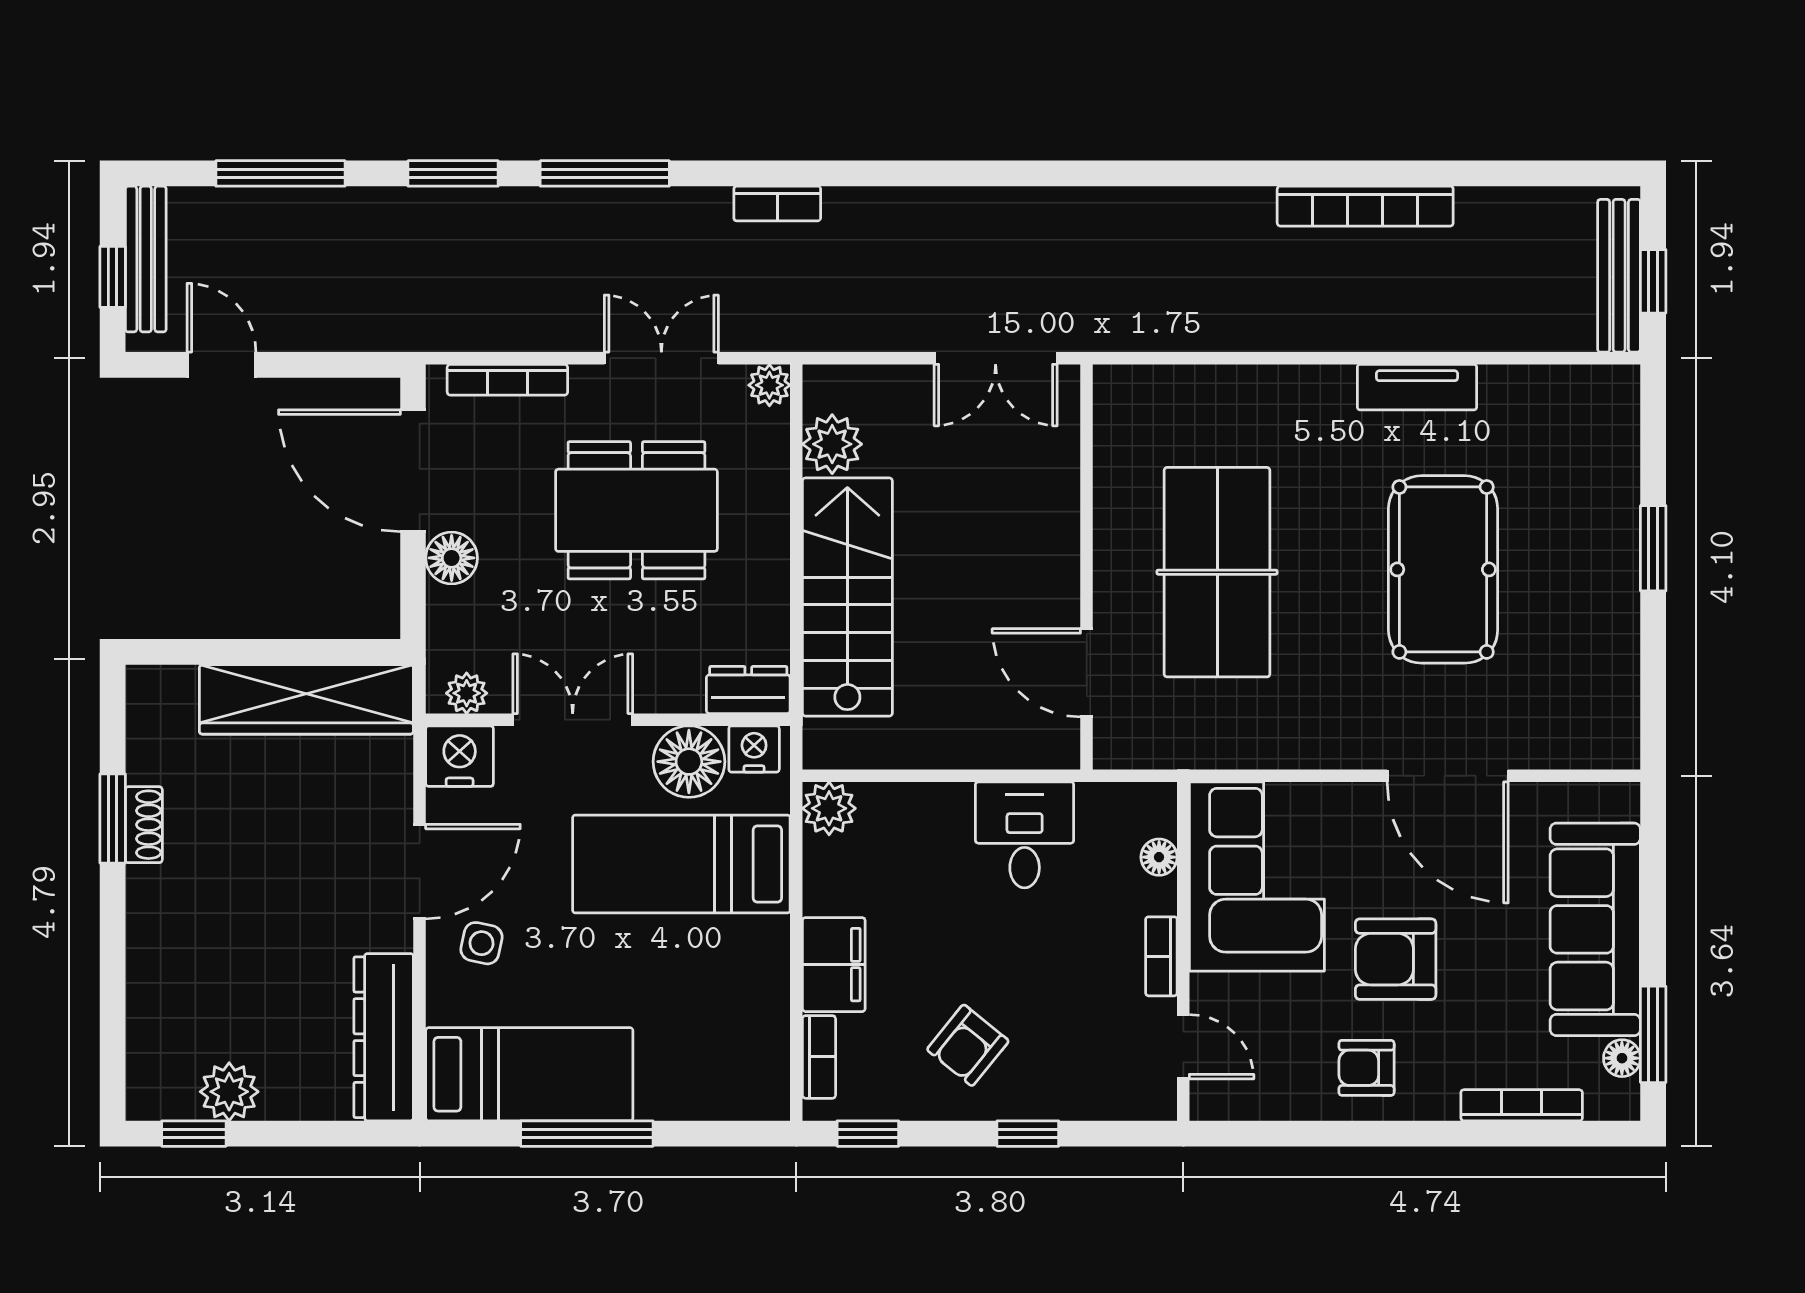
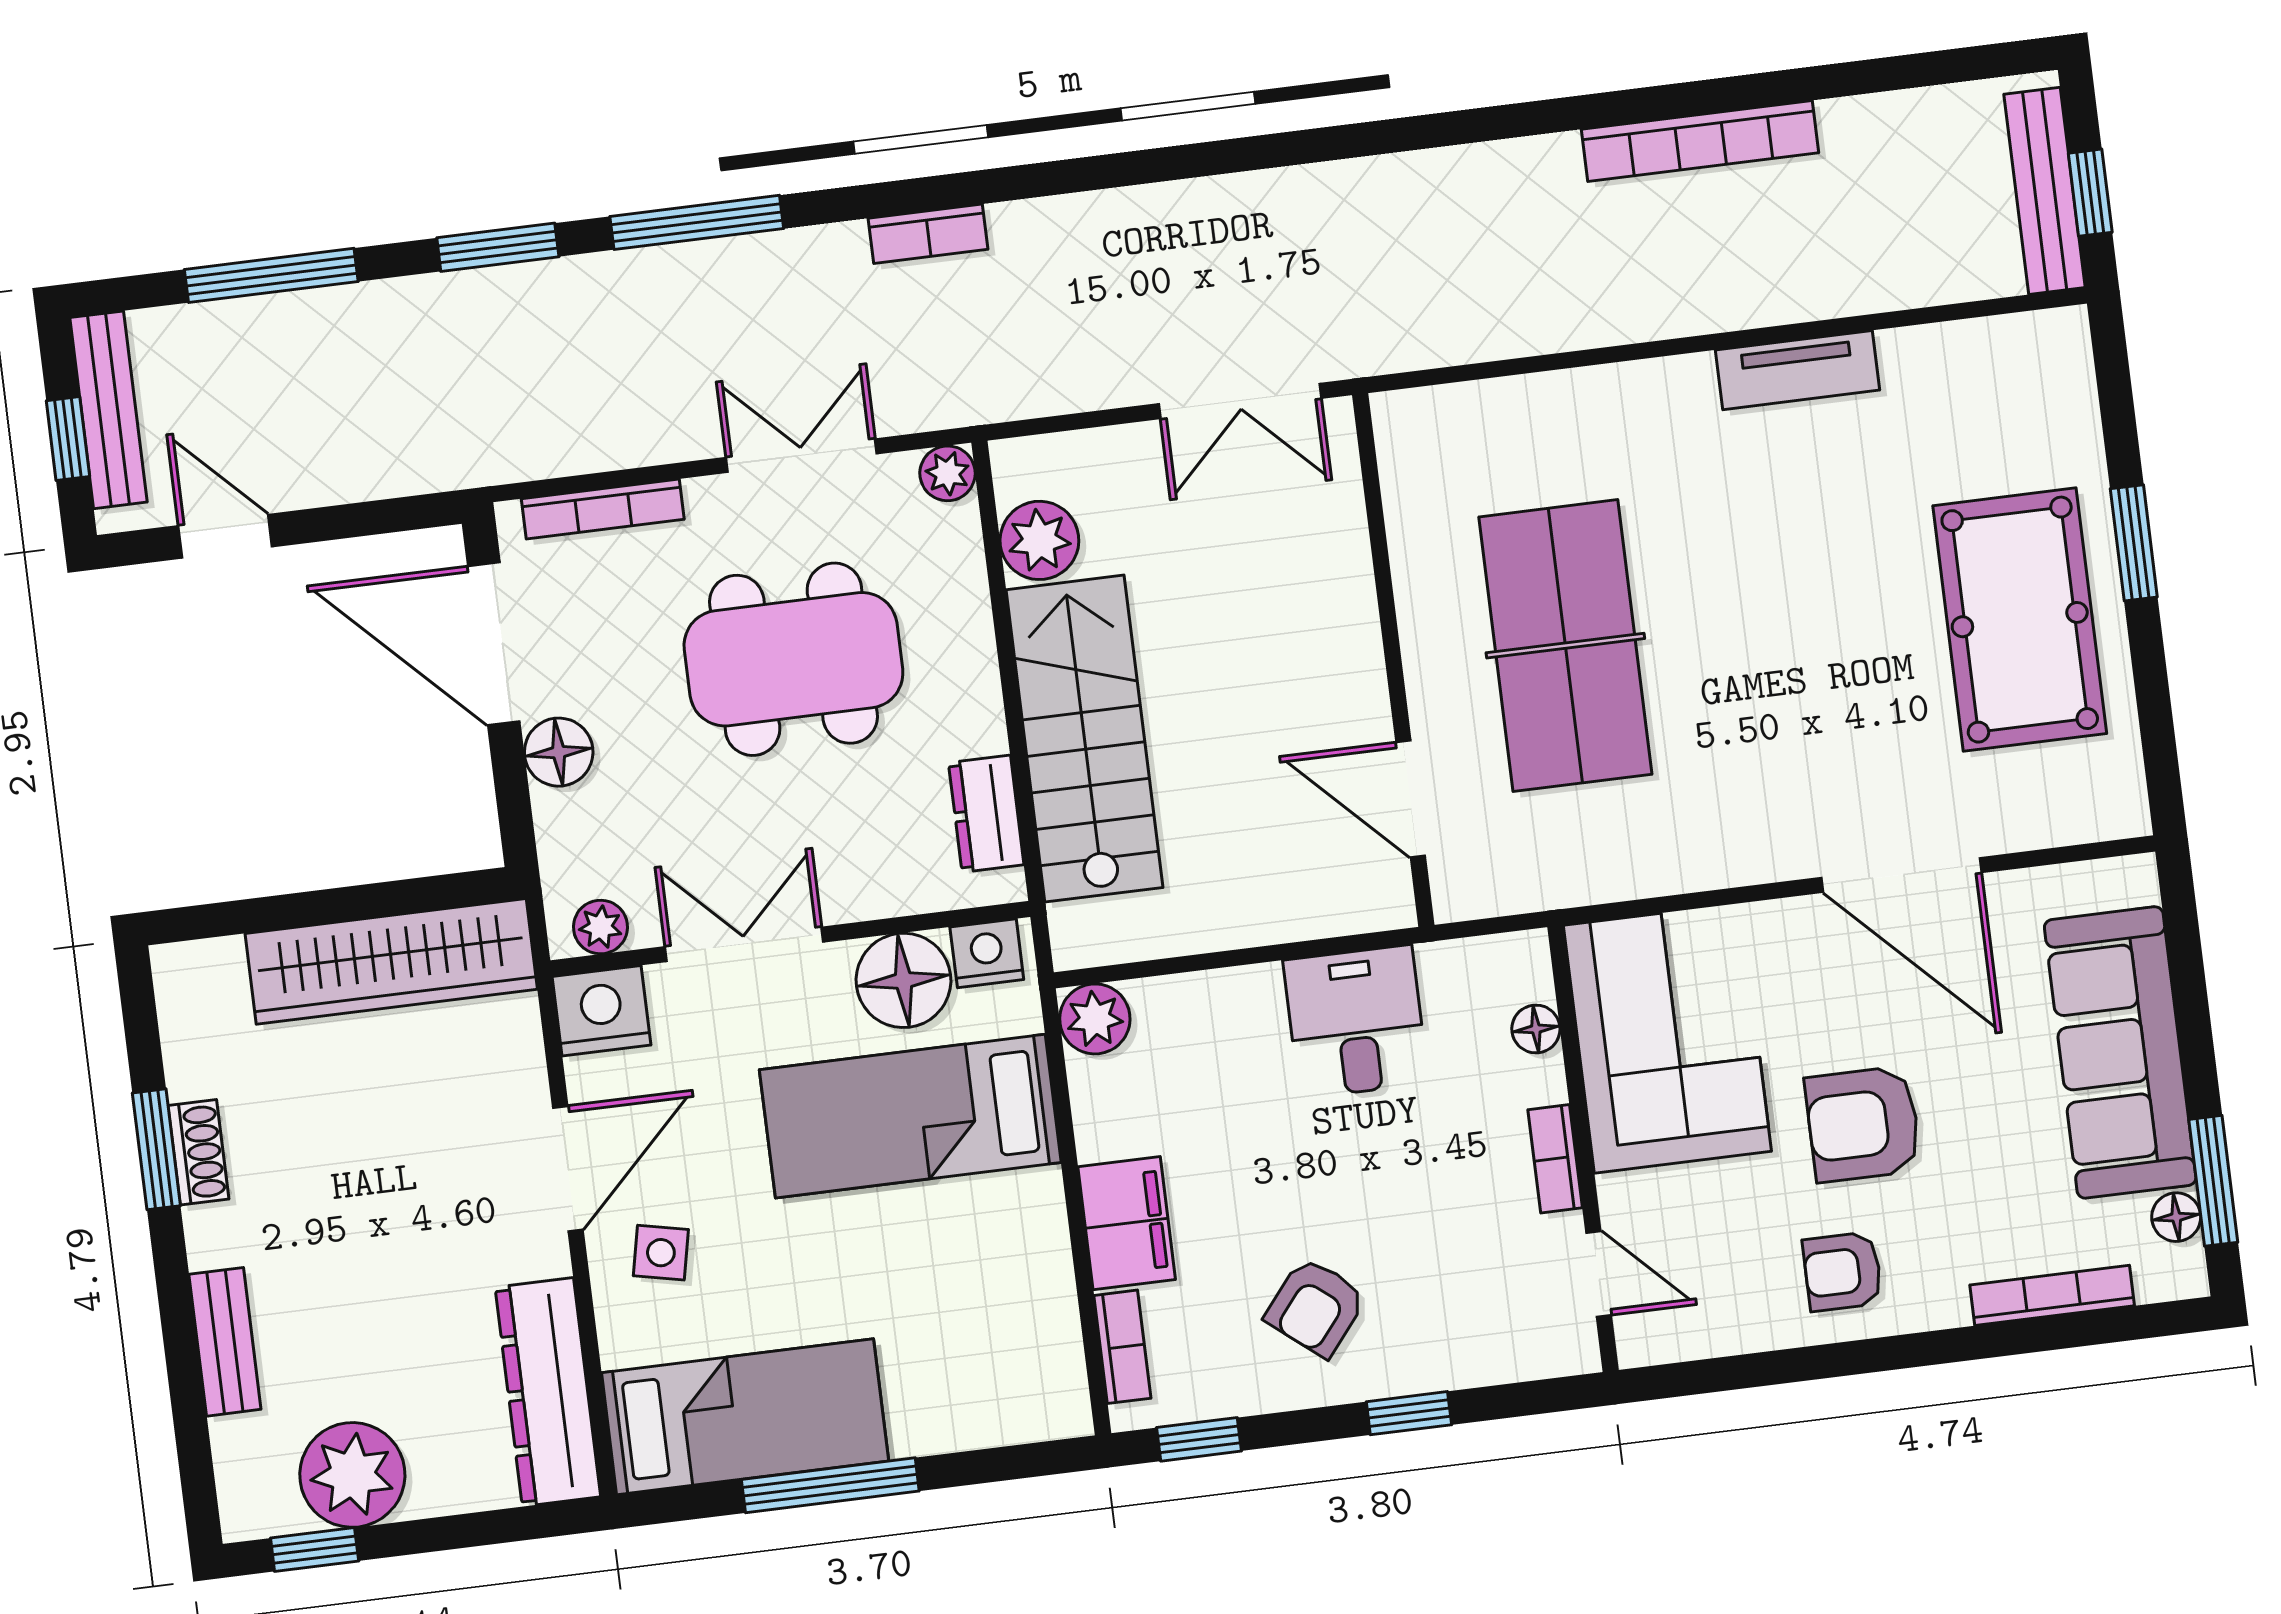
pool table: (1443, 569) -> (2020, 620), moved
dresser: (748, 690) -> (986, 814), moved, turned -90
bench: (146, 969) -> (225, 1342), added
plant: (229, 1092) -> (352, 1475), width x1.36, depth x1.36

